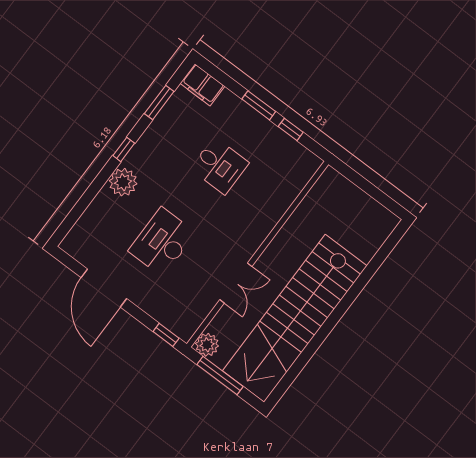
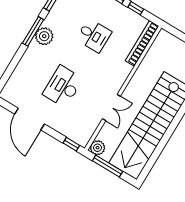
window: (124, 149) -> (33, 31), width x2.17
plant: (123, 182) -> (44, 36), moved
bookcase: (295, 186) -> (142, 43), added

